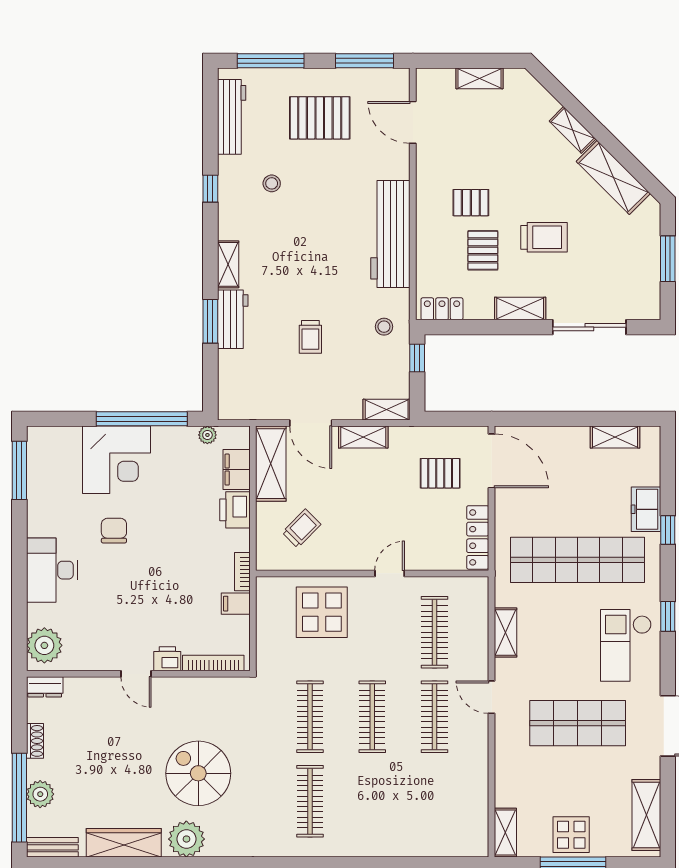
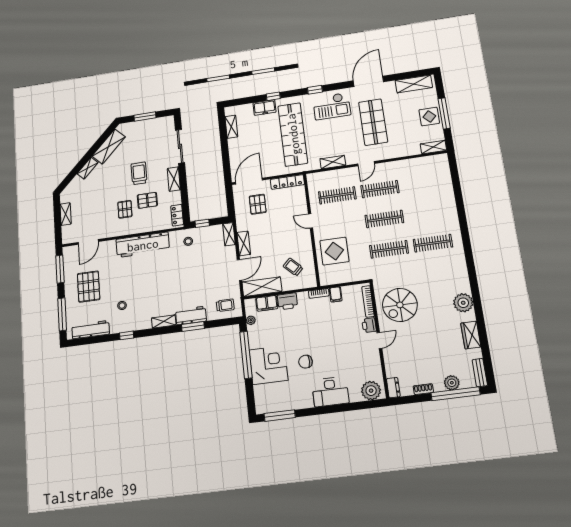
trolley: (310, 337) -> (225, 305), moved
spiral stairs: (198, 773) -> (400, 305), moved
wardrobe: (124, 843) -> (471, 335), width x0.67

